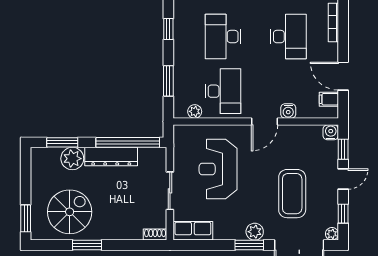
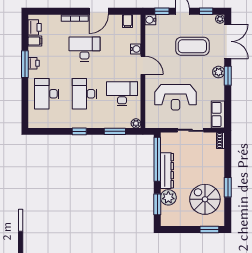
desk: (223, 37) -> (84, 94), turned 90
door: (343, 76) -> (99, 11), moved
plant: (195, 111) -> (136, 123), moved

